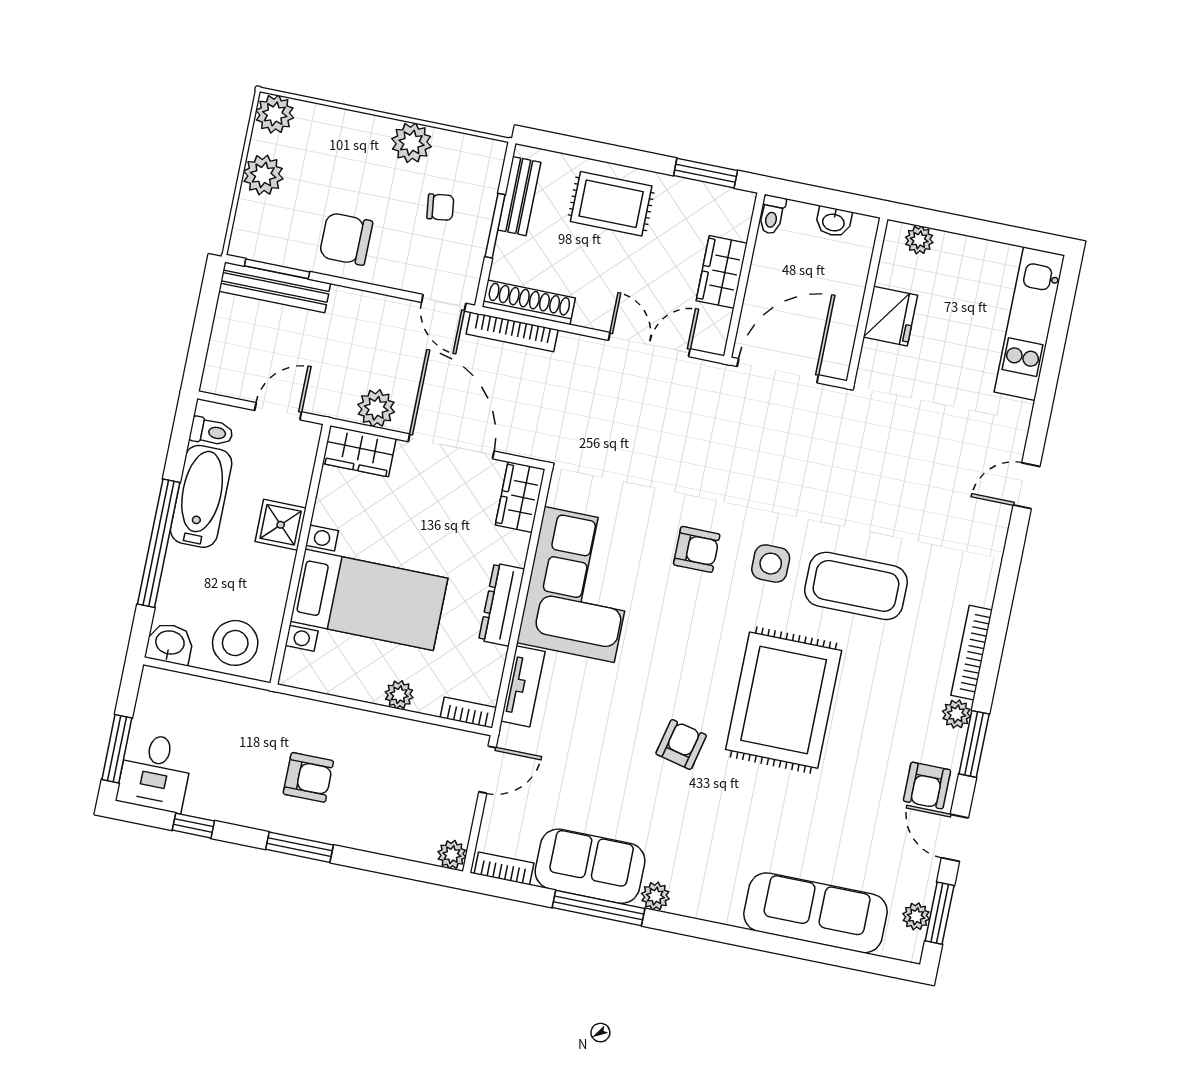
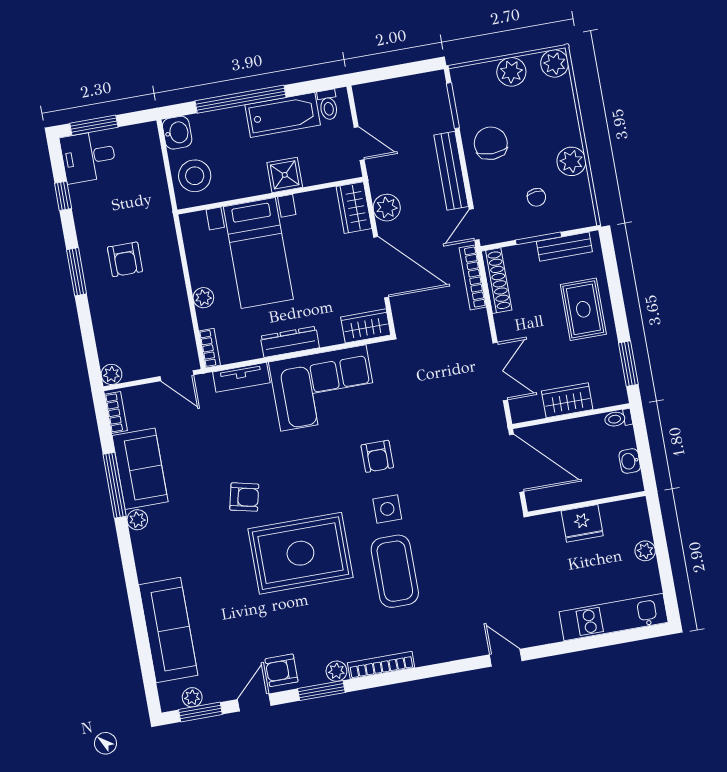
plant: (919, 240) -> (645, 551), moved
bench: (275, 287) -> (451, 171), moved
door: (451, 446) -> (381, 267), hinge flipped

